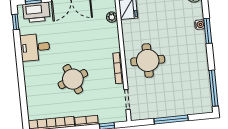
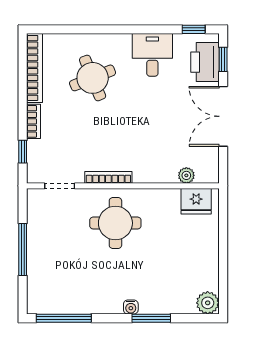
water cooler: (200, 25) -> (131, 307), moved
round table: (73, 79) -> (93, 78), moved

